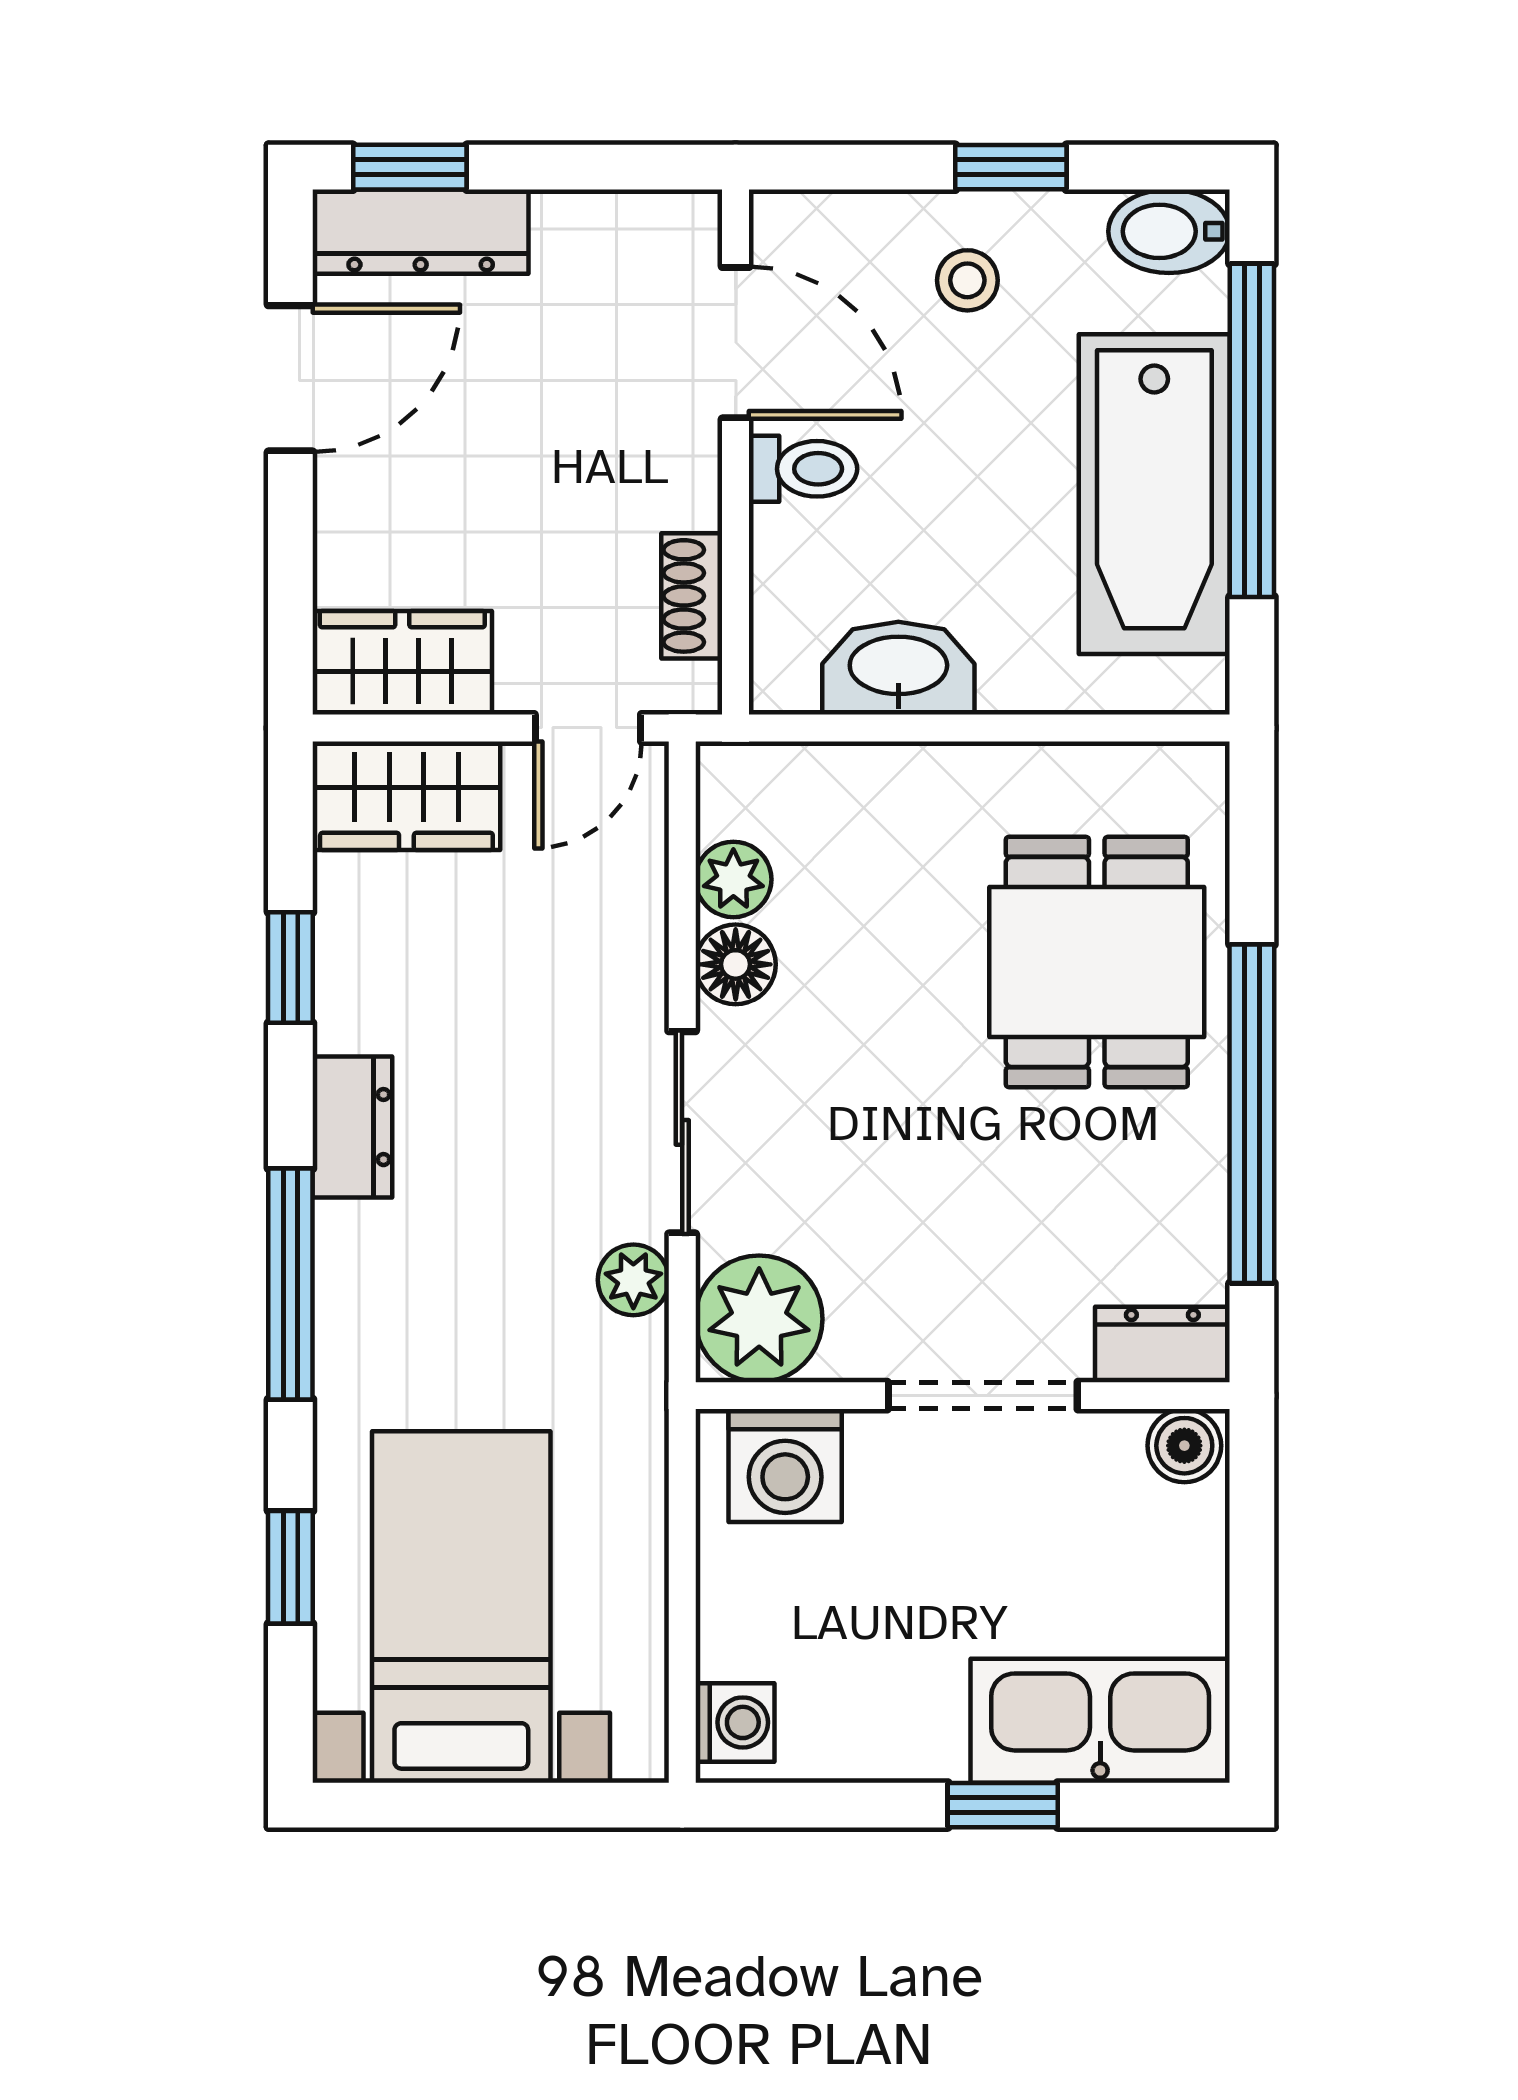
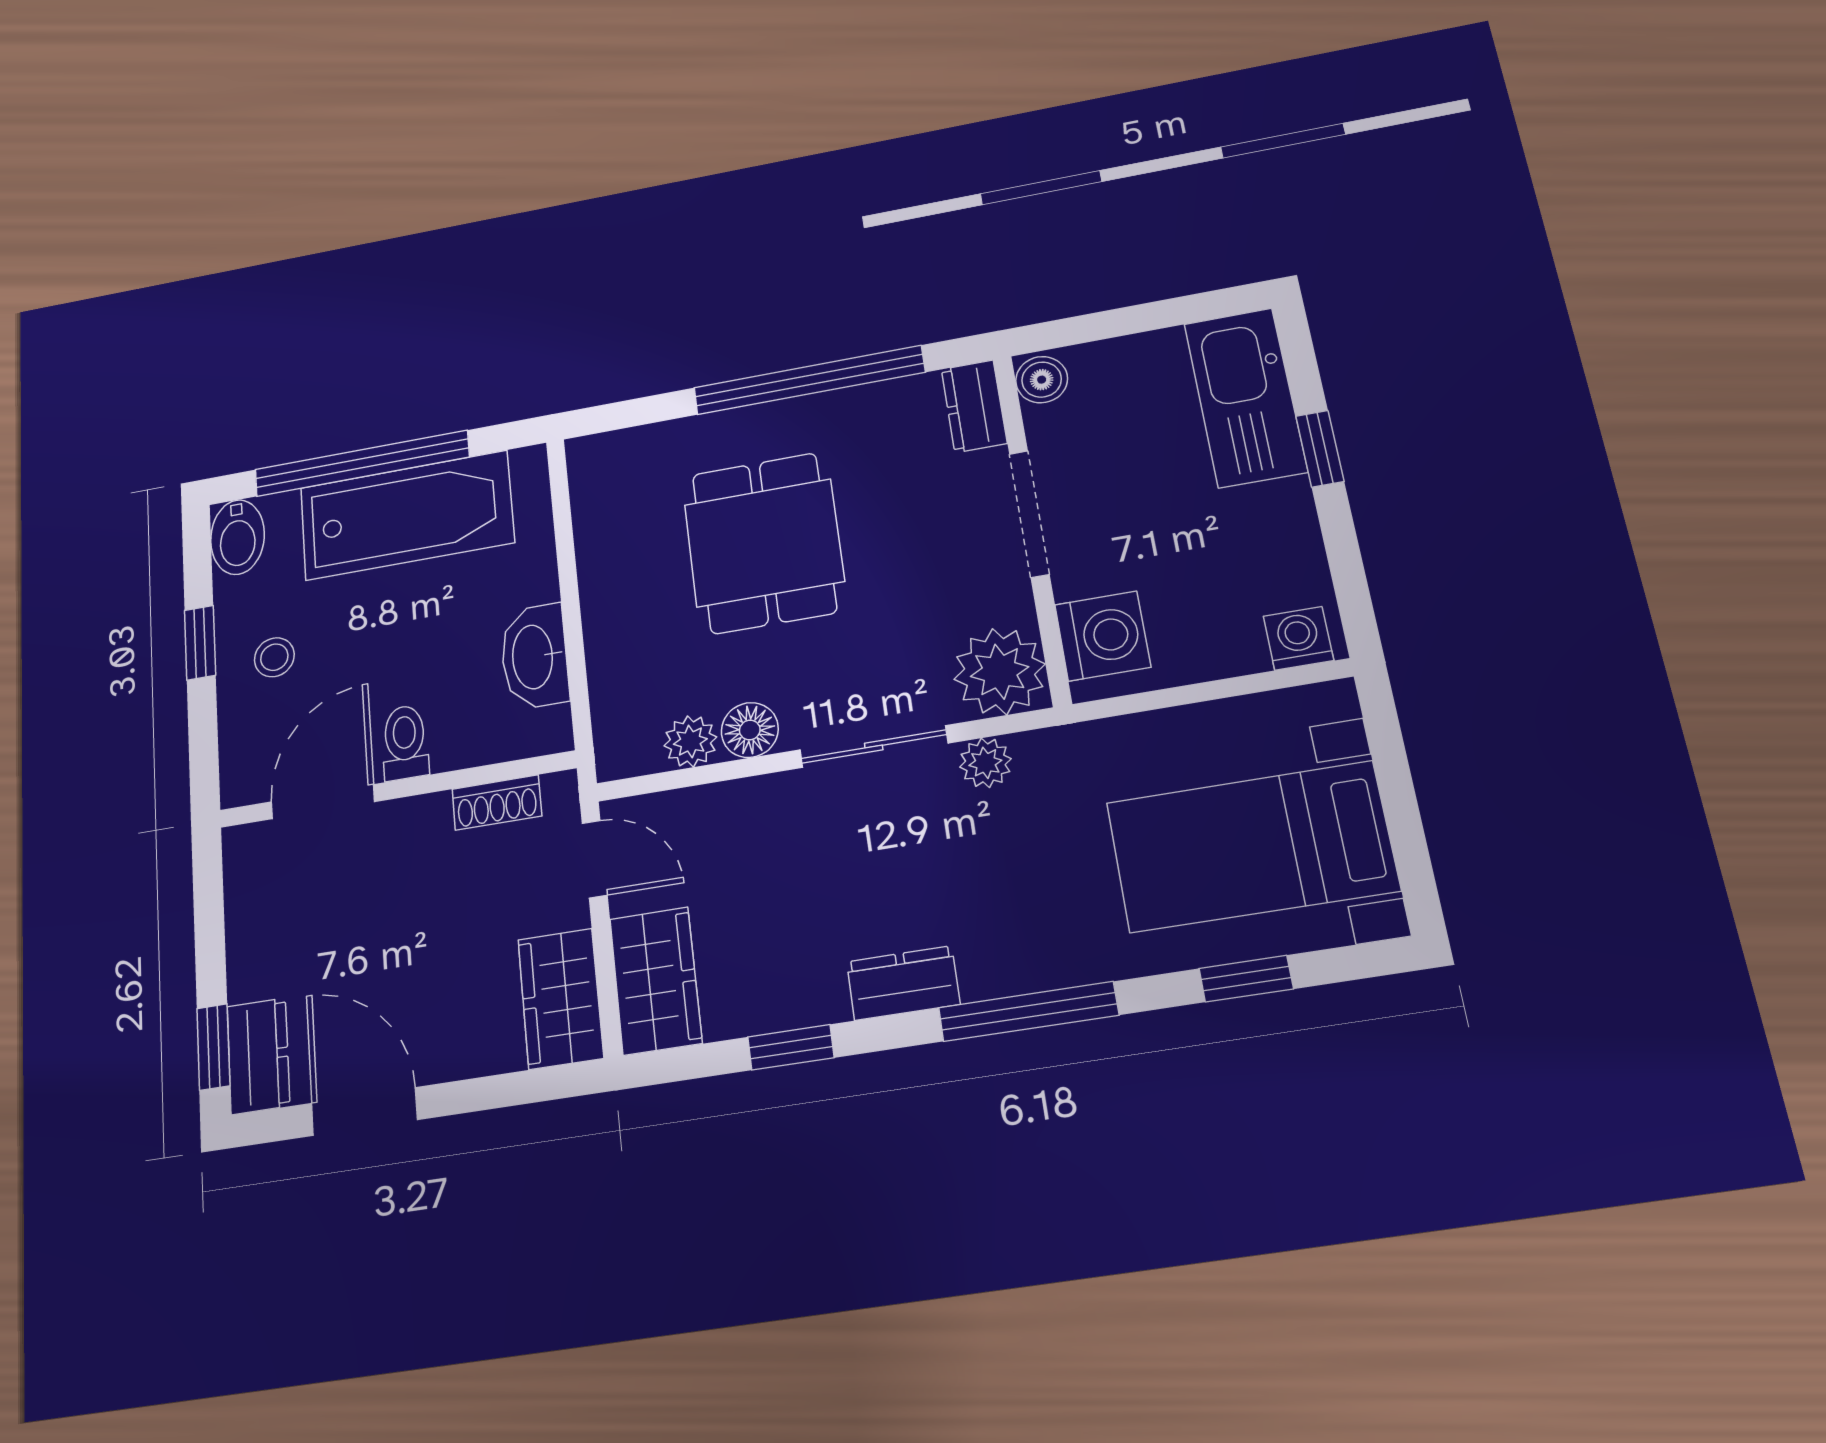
dresser: (421, 232) -> (258, 1056), width x0.70
dining table: (1097, 962) -> (764, 543), moved, turned 90

